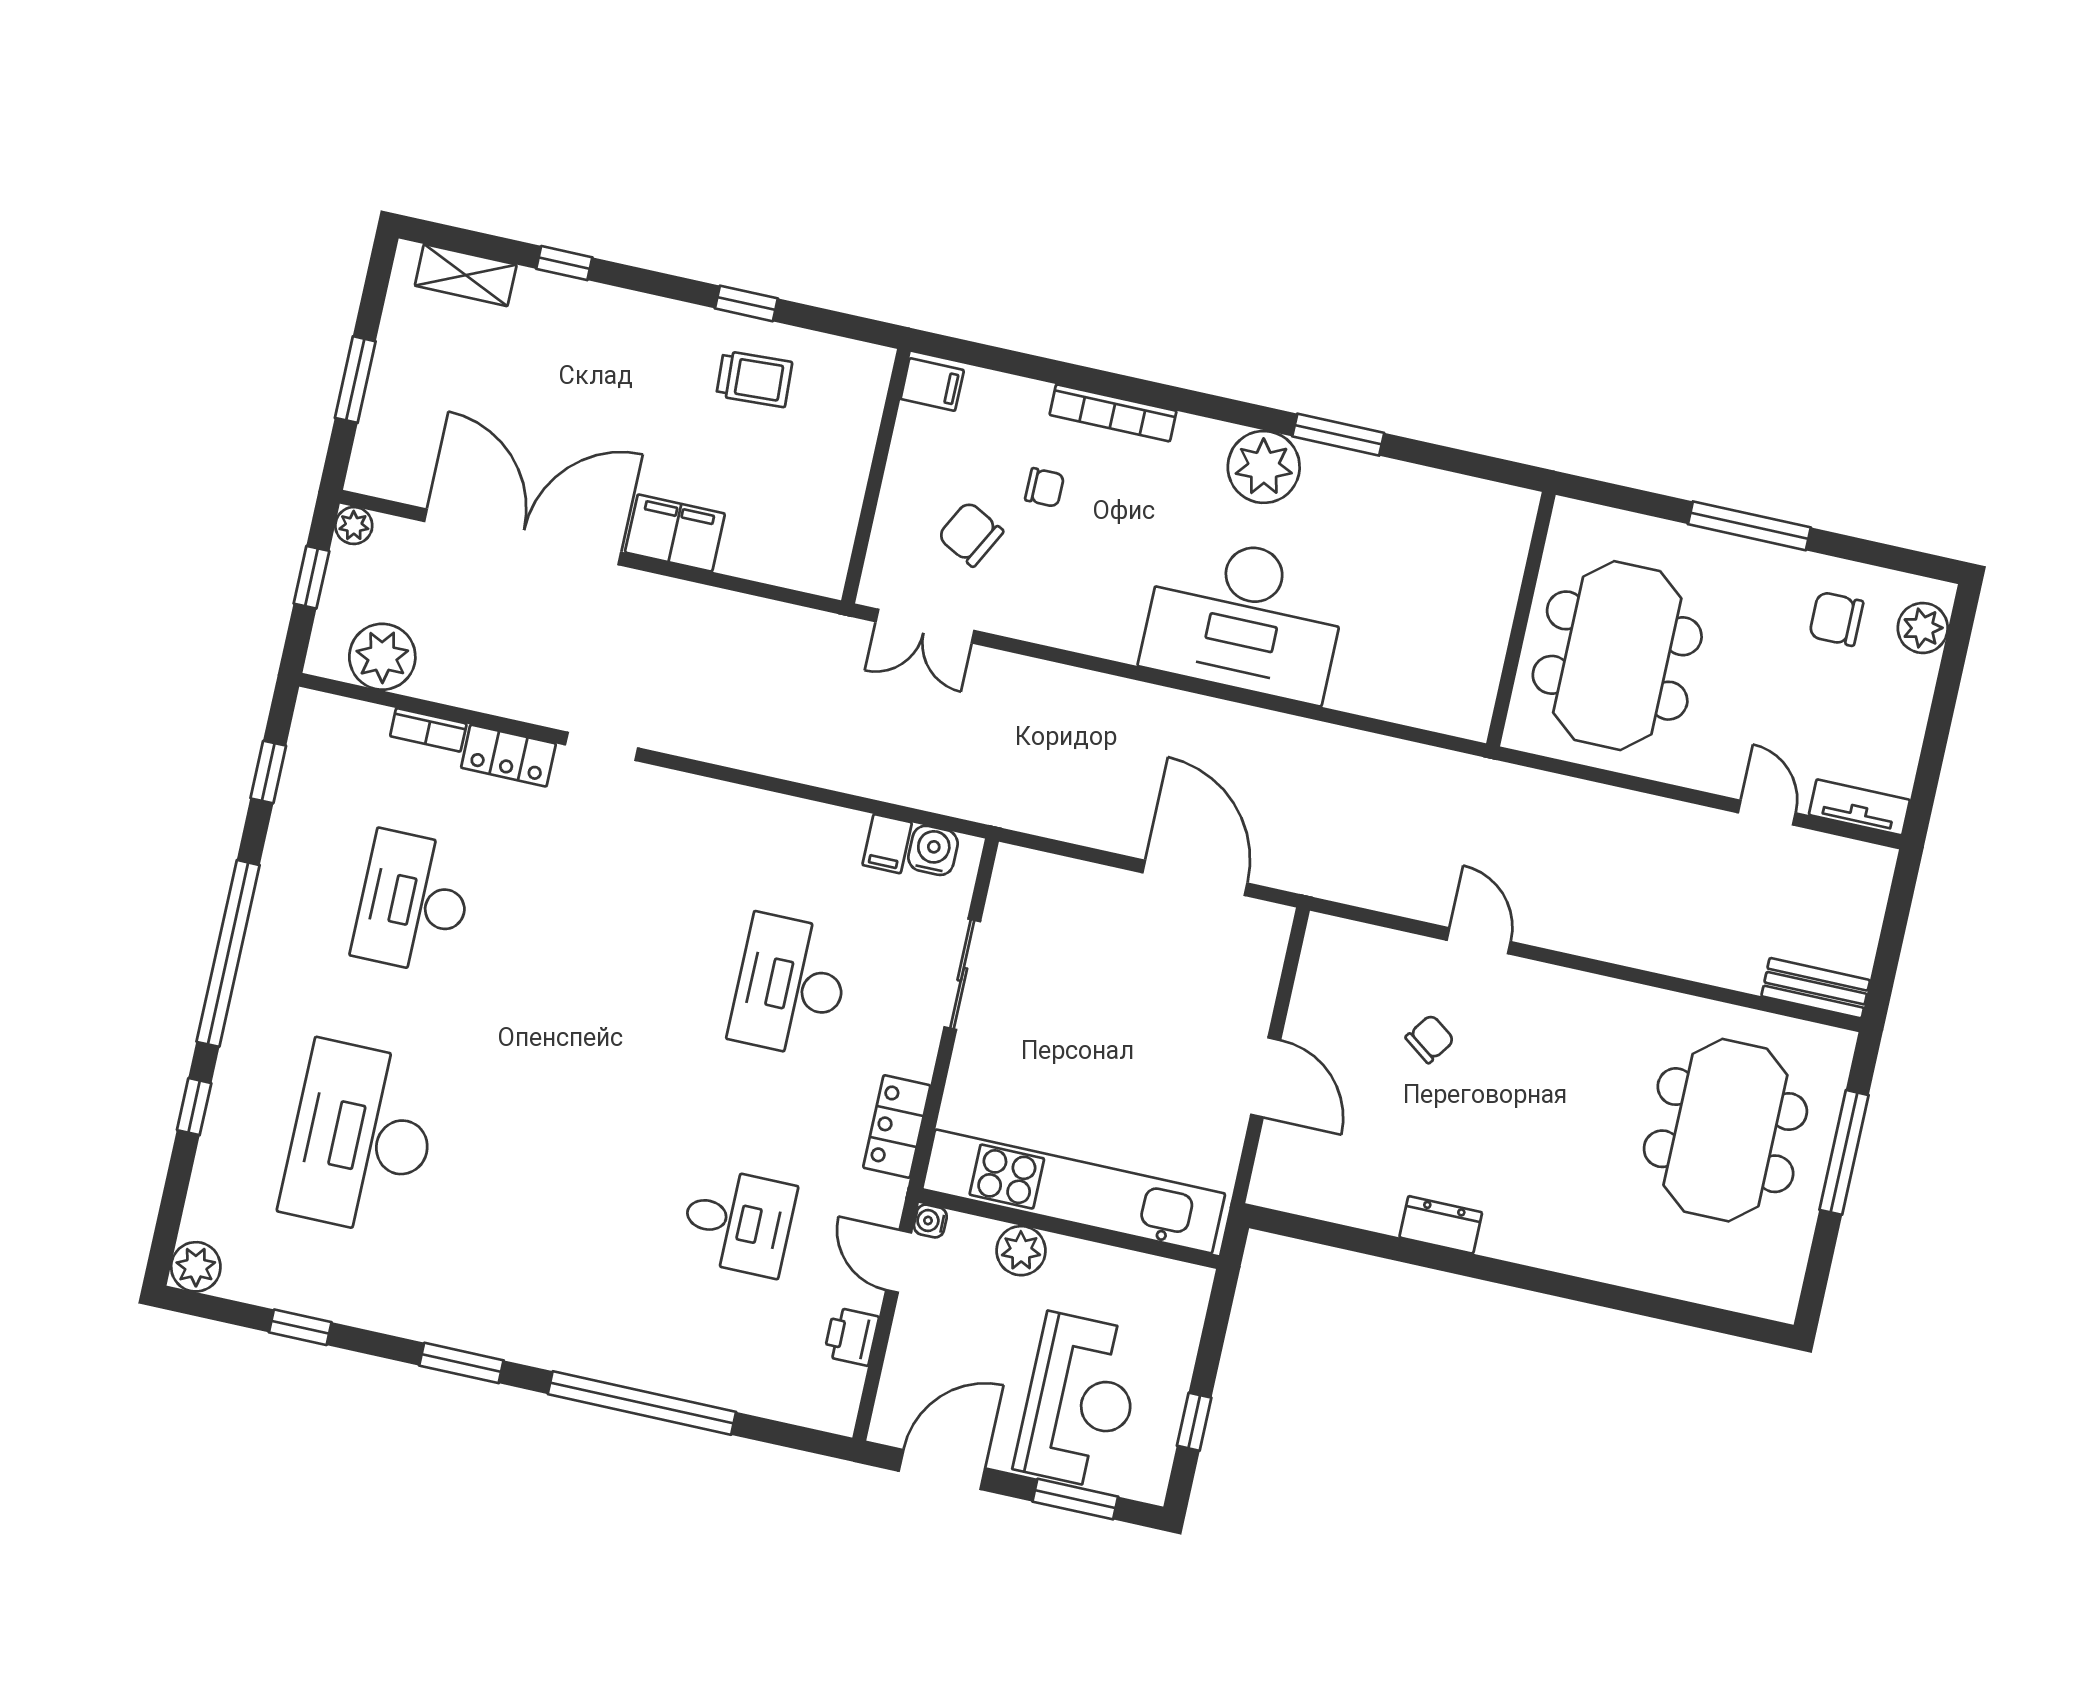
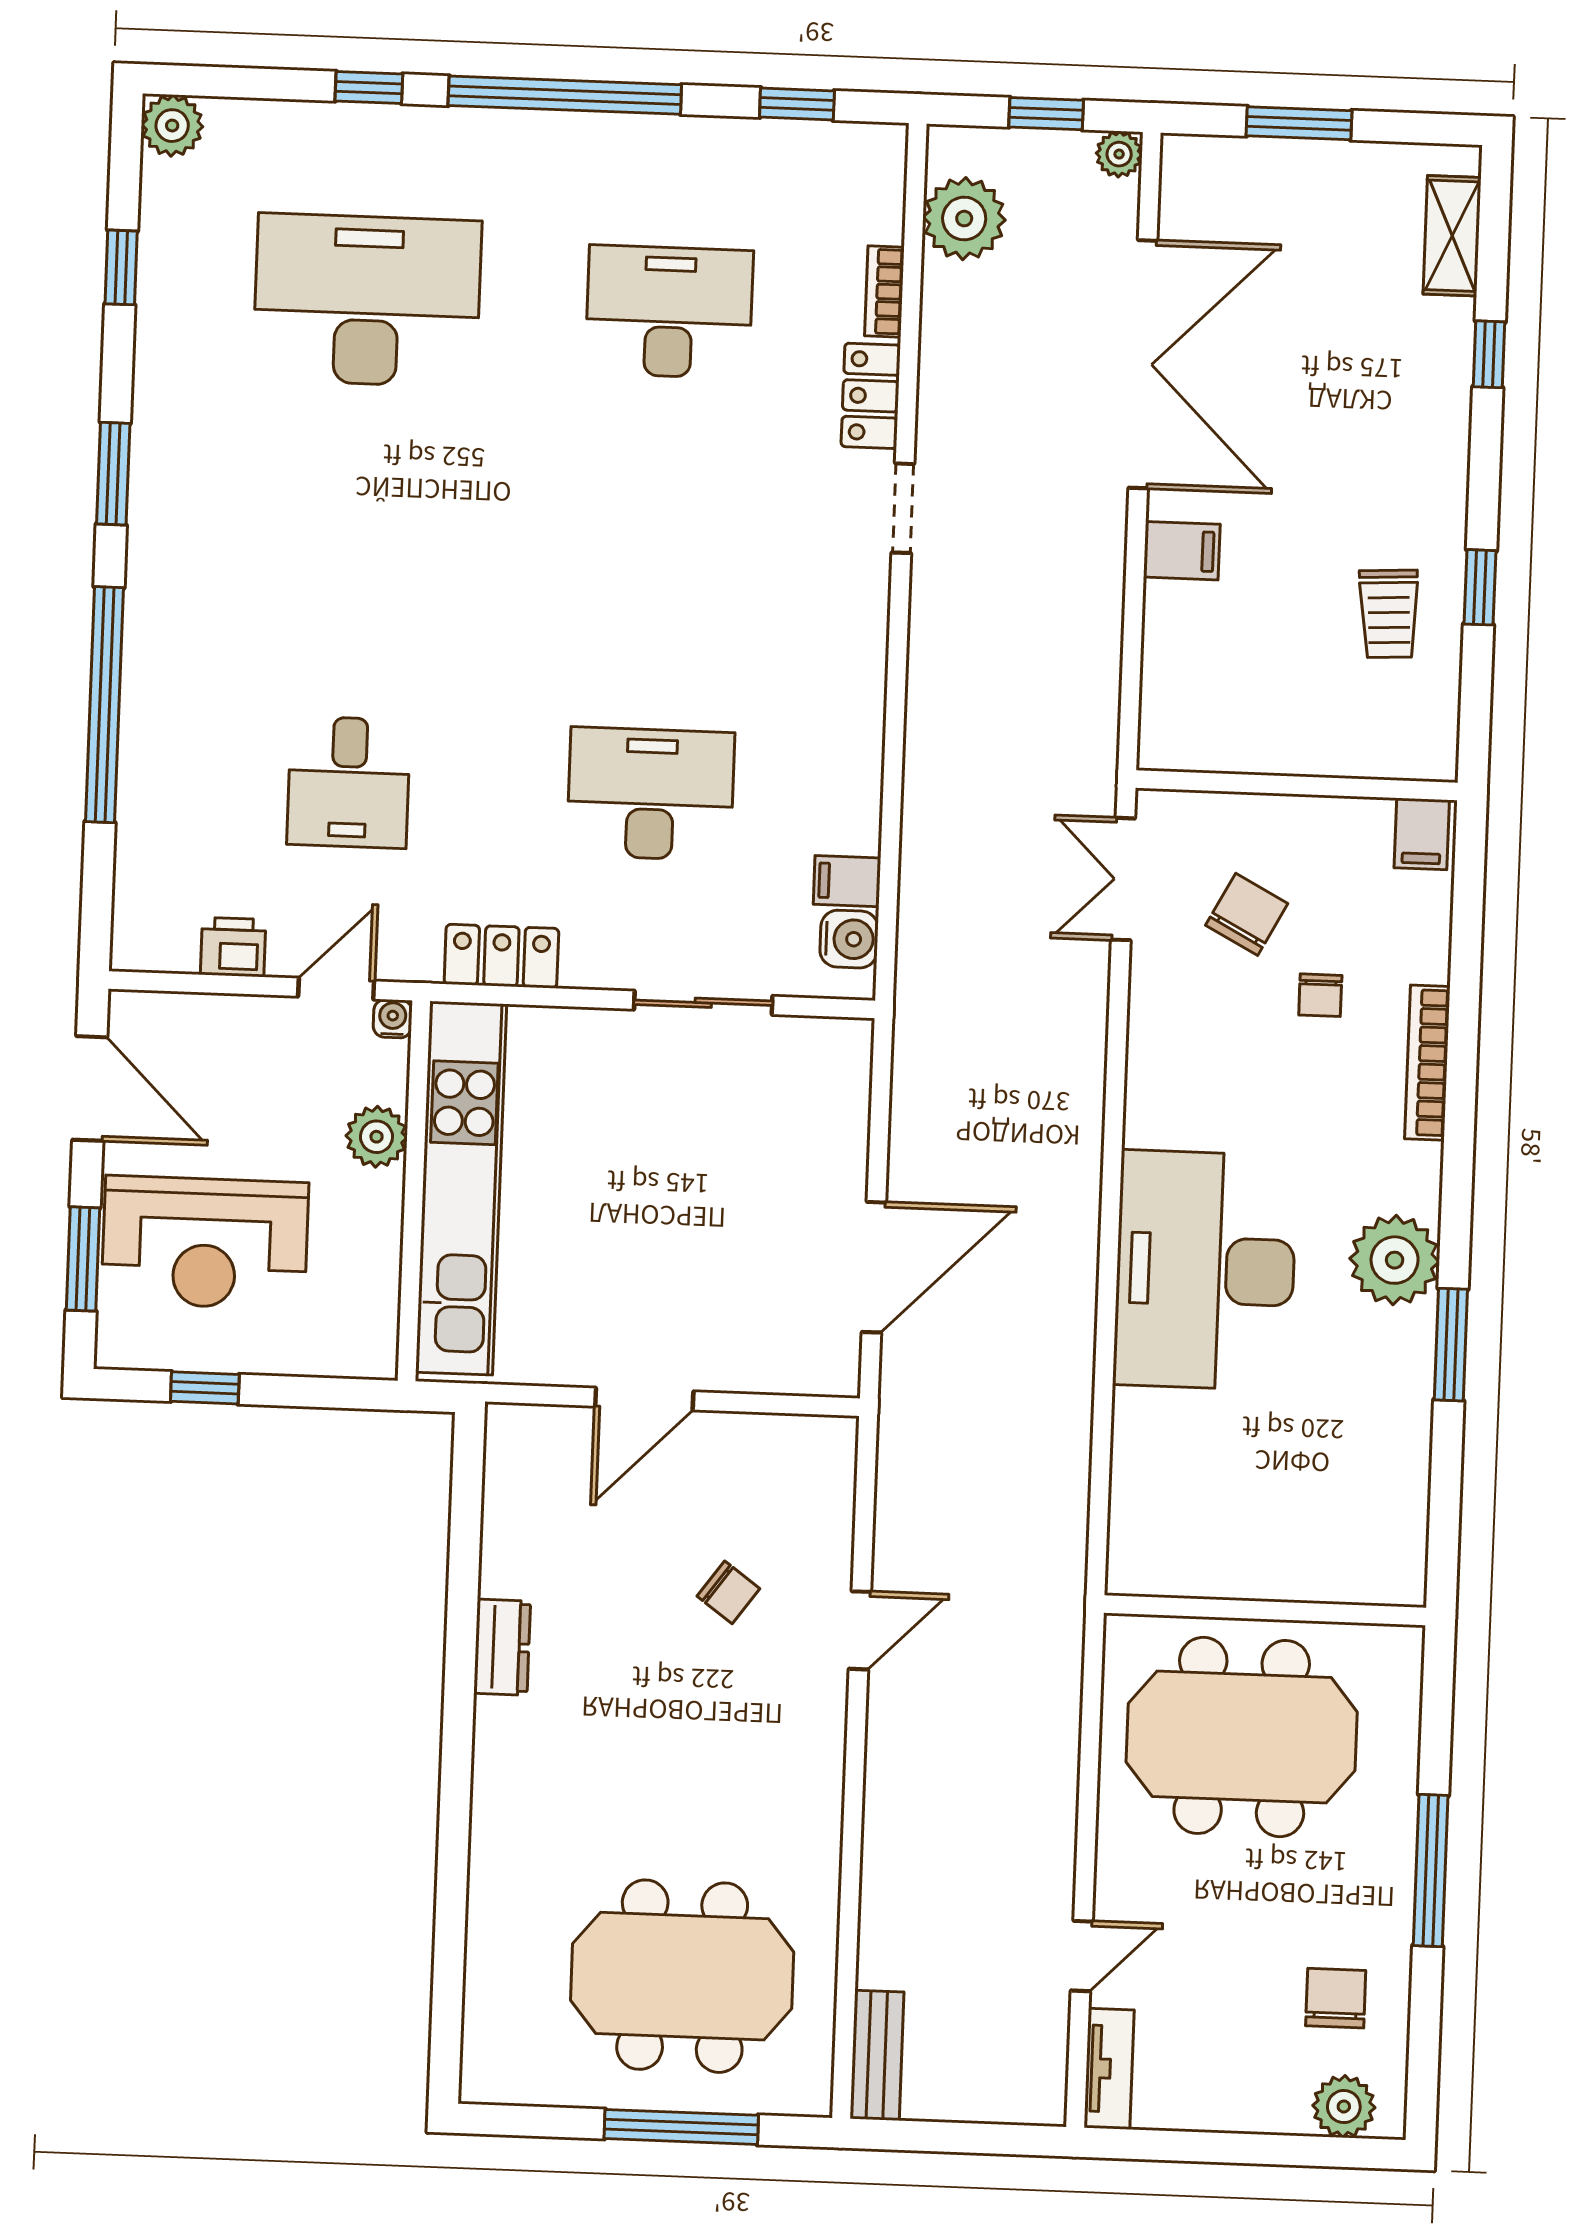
filing cabinet: (675, 533) -> (1182, 551), width x0.50

